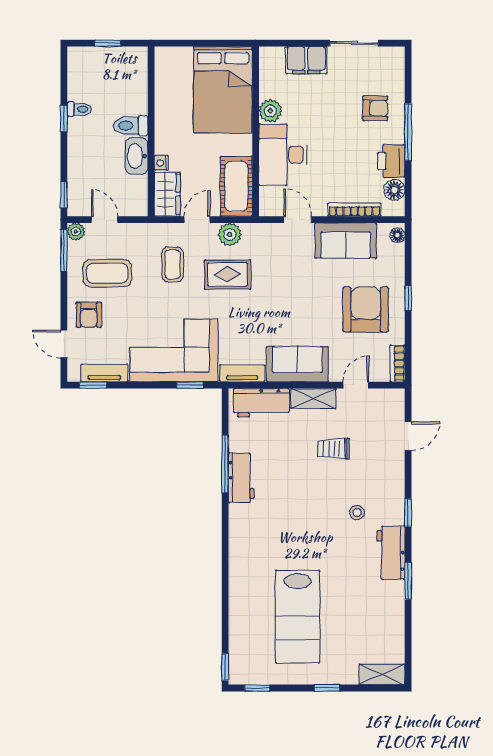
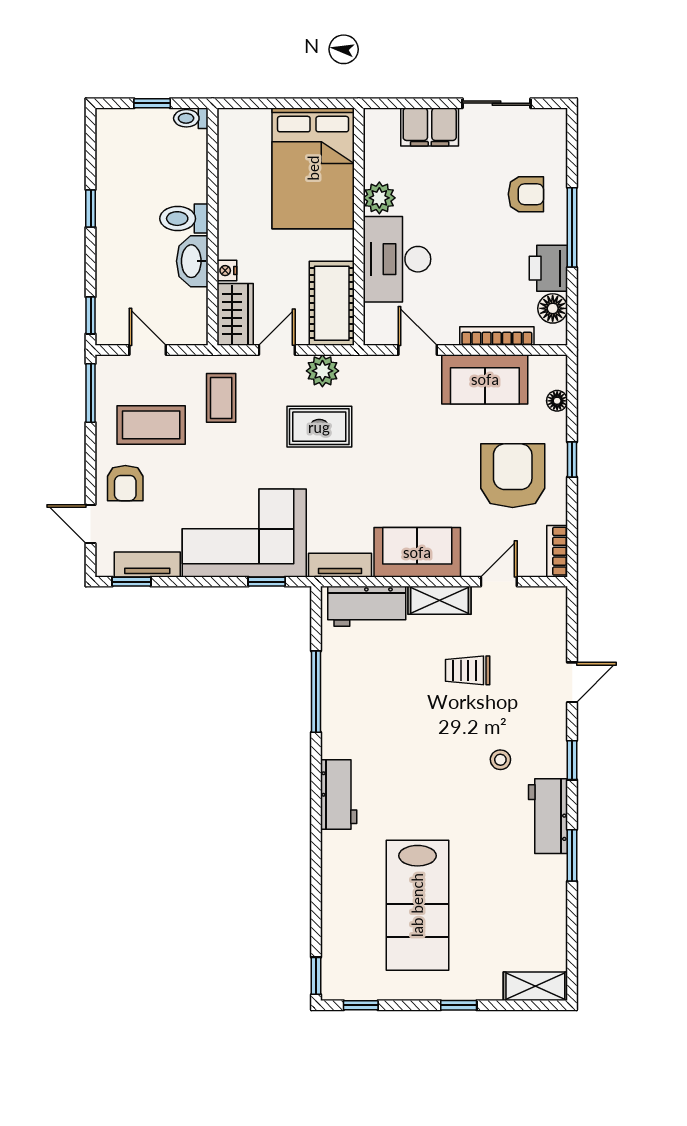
toilet: (79, 109) -> (191, 118), moved, turned 180
plant: (76, 232) -> (107, 367), removed
floor lamp: (397, 235) -> (557, 401), moved
coffee table: (173, 264) -> (221, 398), moved
door: (408, 436) -> (572, 682), moved
workbench: (241, 478) -> (339, 794), moved

